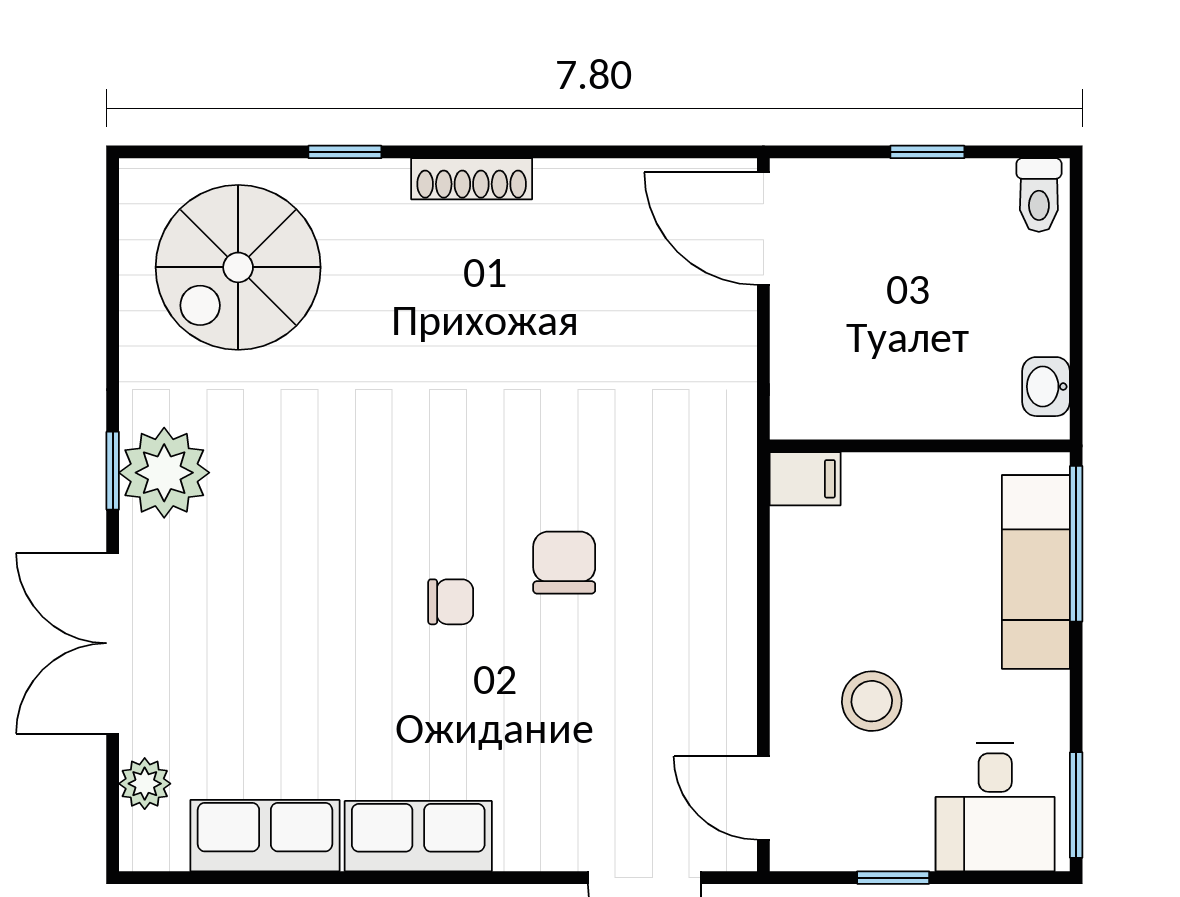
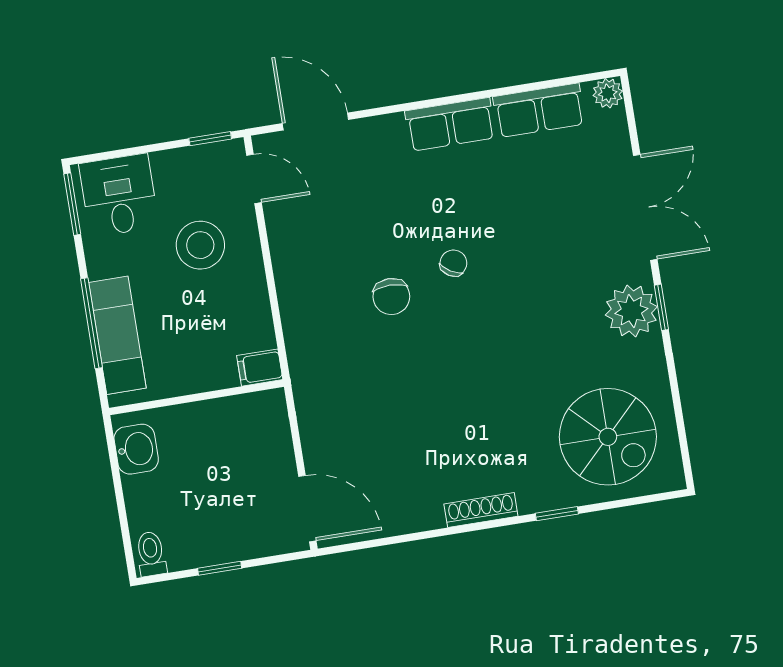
spiral stairs: (238, 267) -> (608, 437), turned 90
washbasin: (1046, 387) -> (136, 449), width x1.38, depth x1.45
window: (1076, 544) -> (92, 323), moved
chair: (451, 602) -> (453, 263), turned 121
stool: (872, 701) -> (200, 245), width x1.38, depth x1.38
plant: (145, 784) -> (608, 93), moved
window: (893, 878) -> (210, 139), moved

